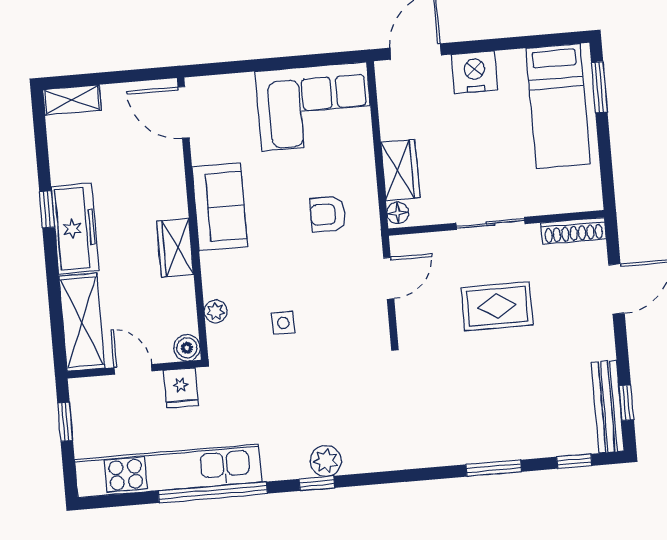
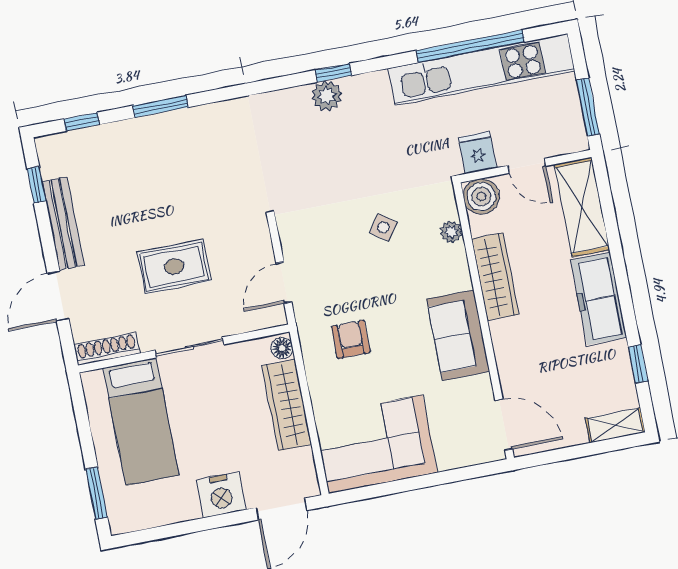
bed: (558, 106) -> (141, 422), moved, turned 180
wardrobe: (400, 170) -> (287, 405), width x1.50
window: (47, 209) -> (638, 364), moved
armchair: (328, 214) -> (351, 339), turned -90
wardrobe: (175, 248) -> (495, 277), width x1.50
side table: (283, 323) -> (383, 227), turned 36
boiler: (187, 348) -> (481, 197), width x1.36, depth x1.36
bench: (608, 407) -> (63, 223), moved
window: (65, 422) -> (588, 107), width x1.50
window: (213, 492) -> (470, 46), moved

